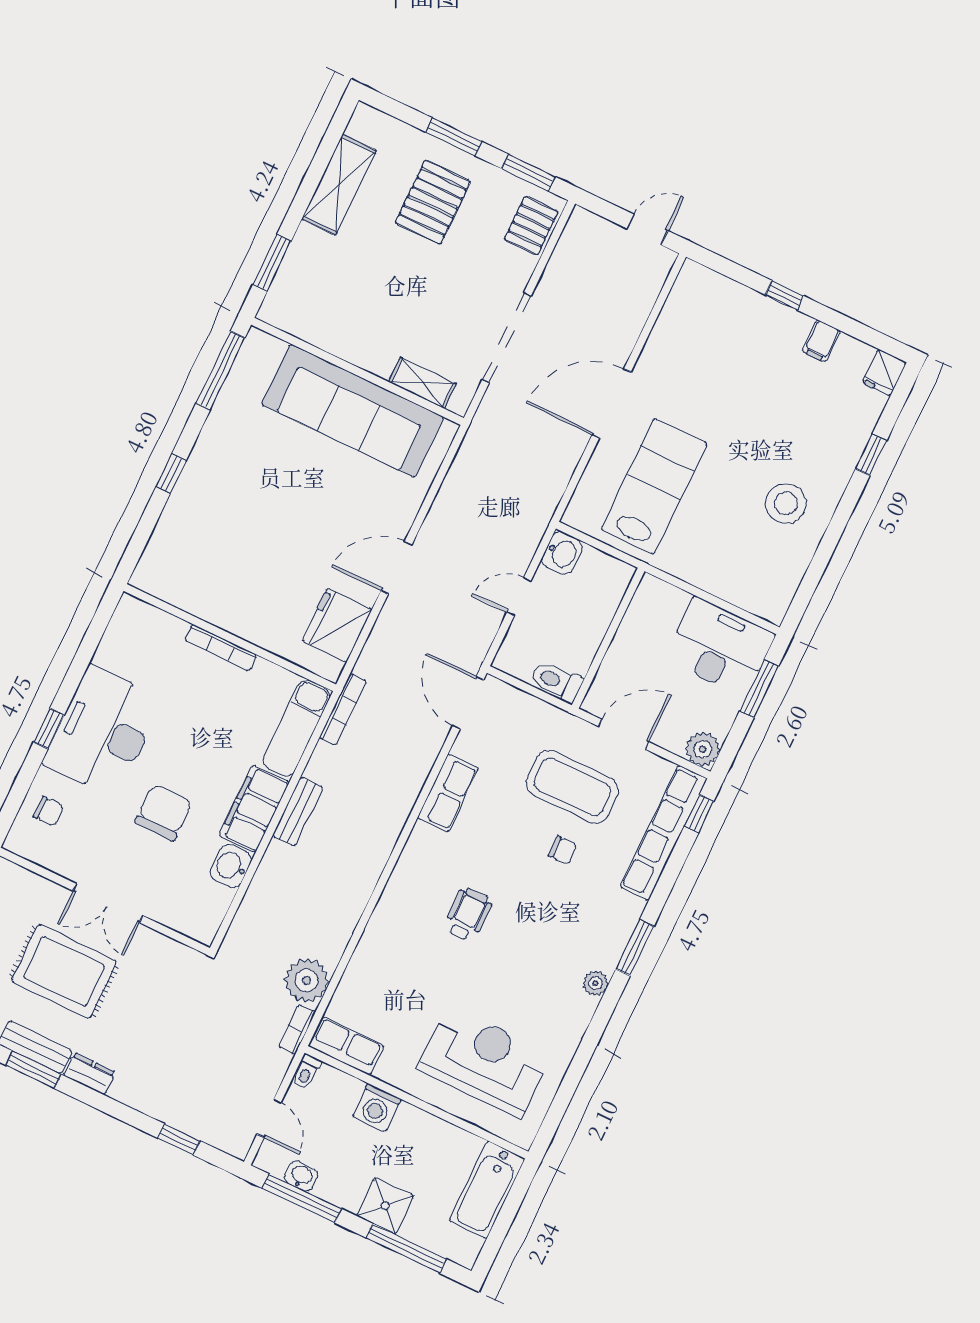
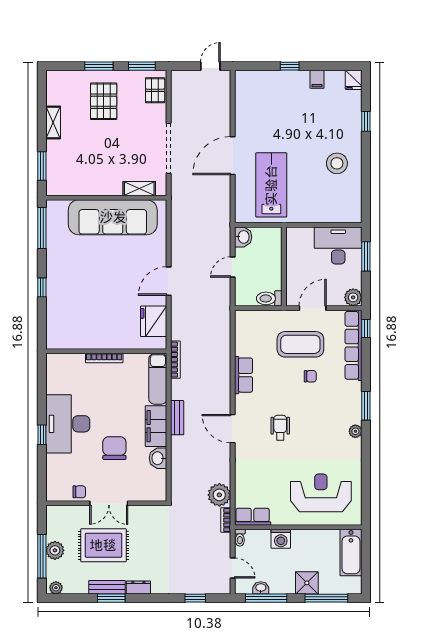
shelving: (339, 185) -> (53, 122), width x0.67, depth x0.75
door: (468, 703) -> (233, 429), moved
chair: (48, 811) -> (79, 492), moved

